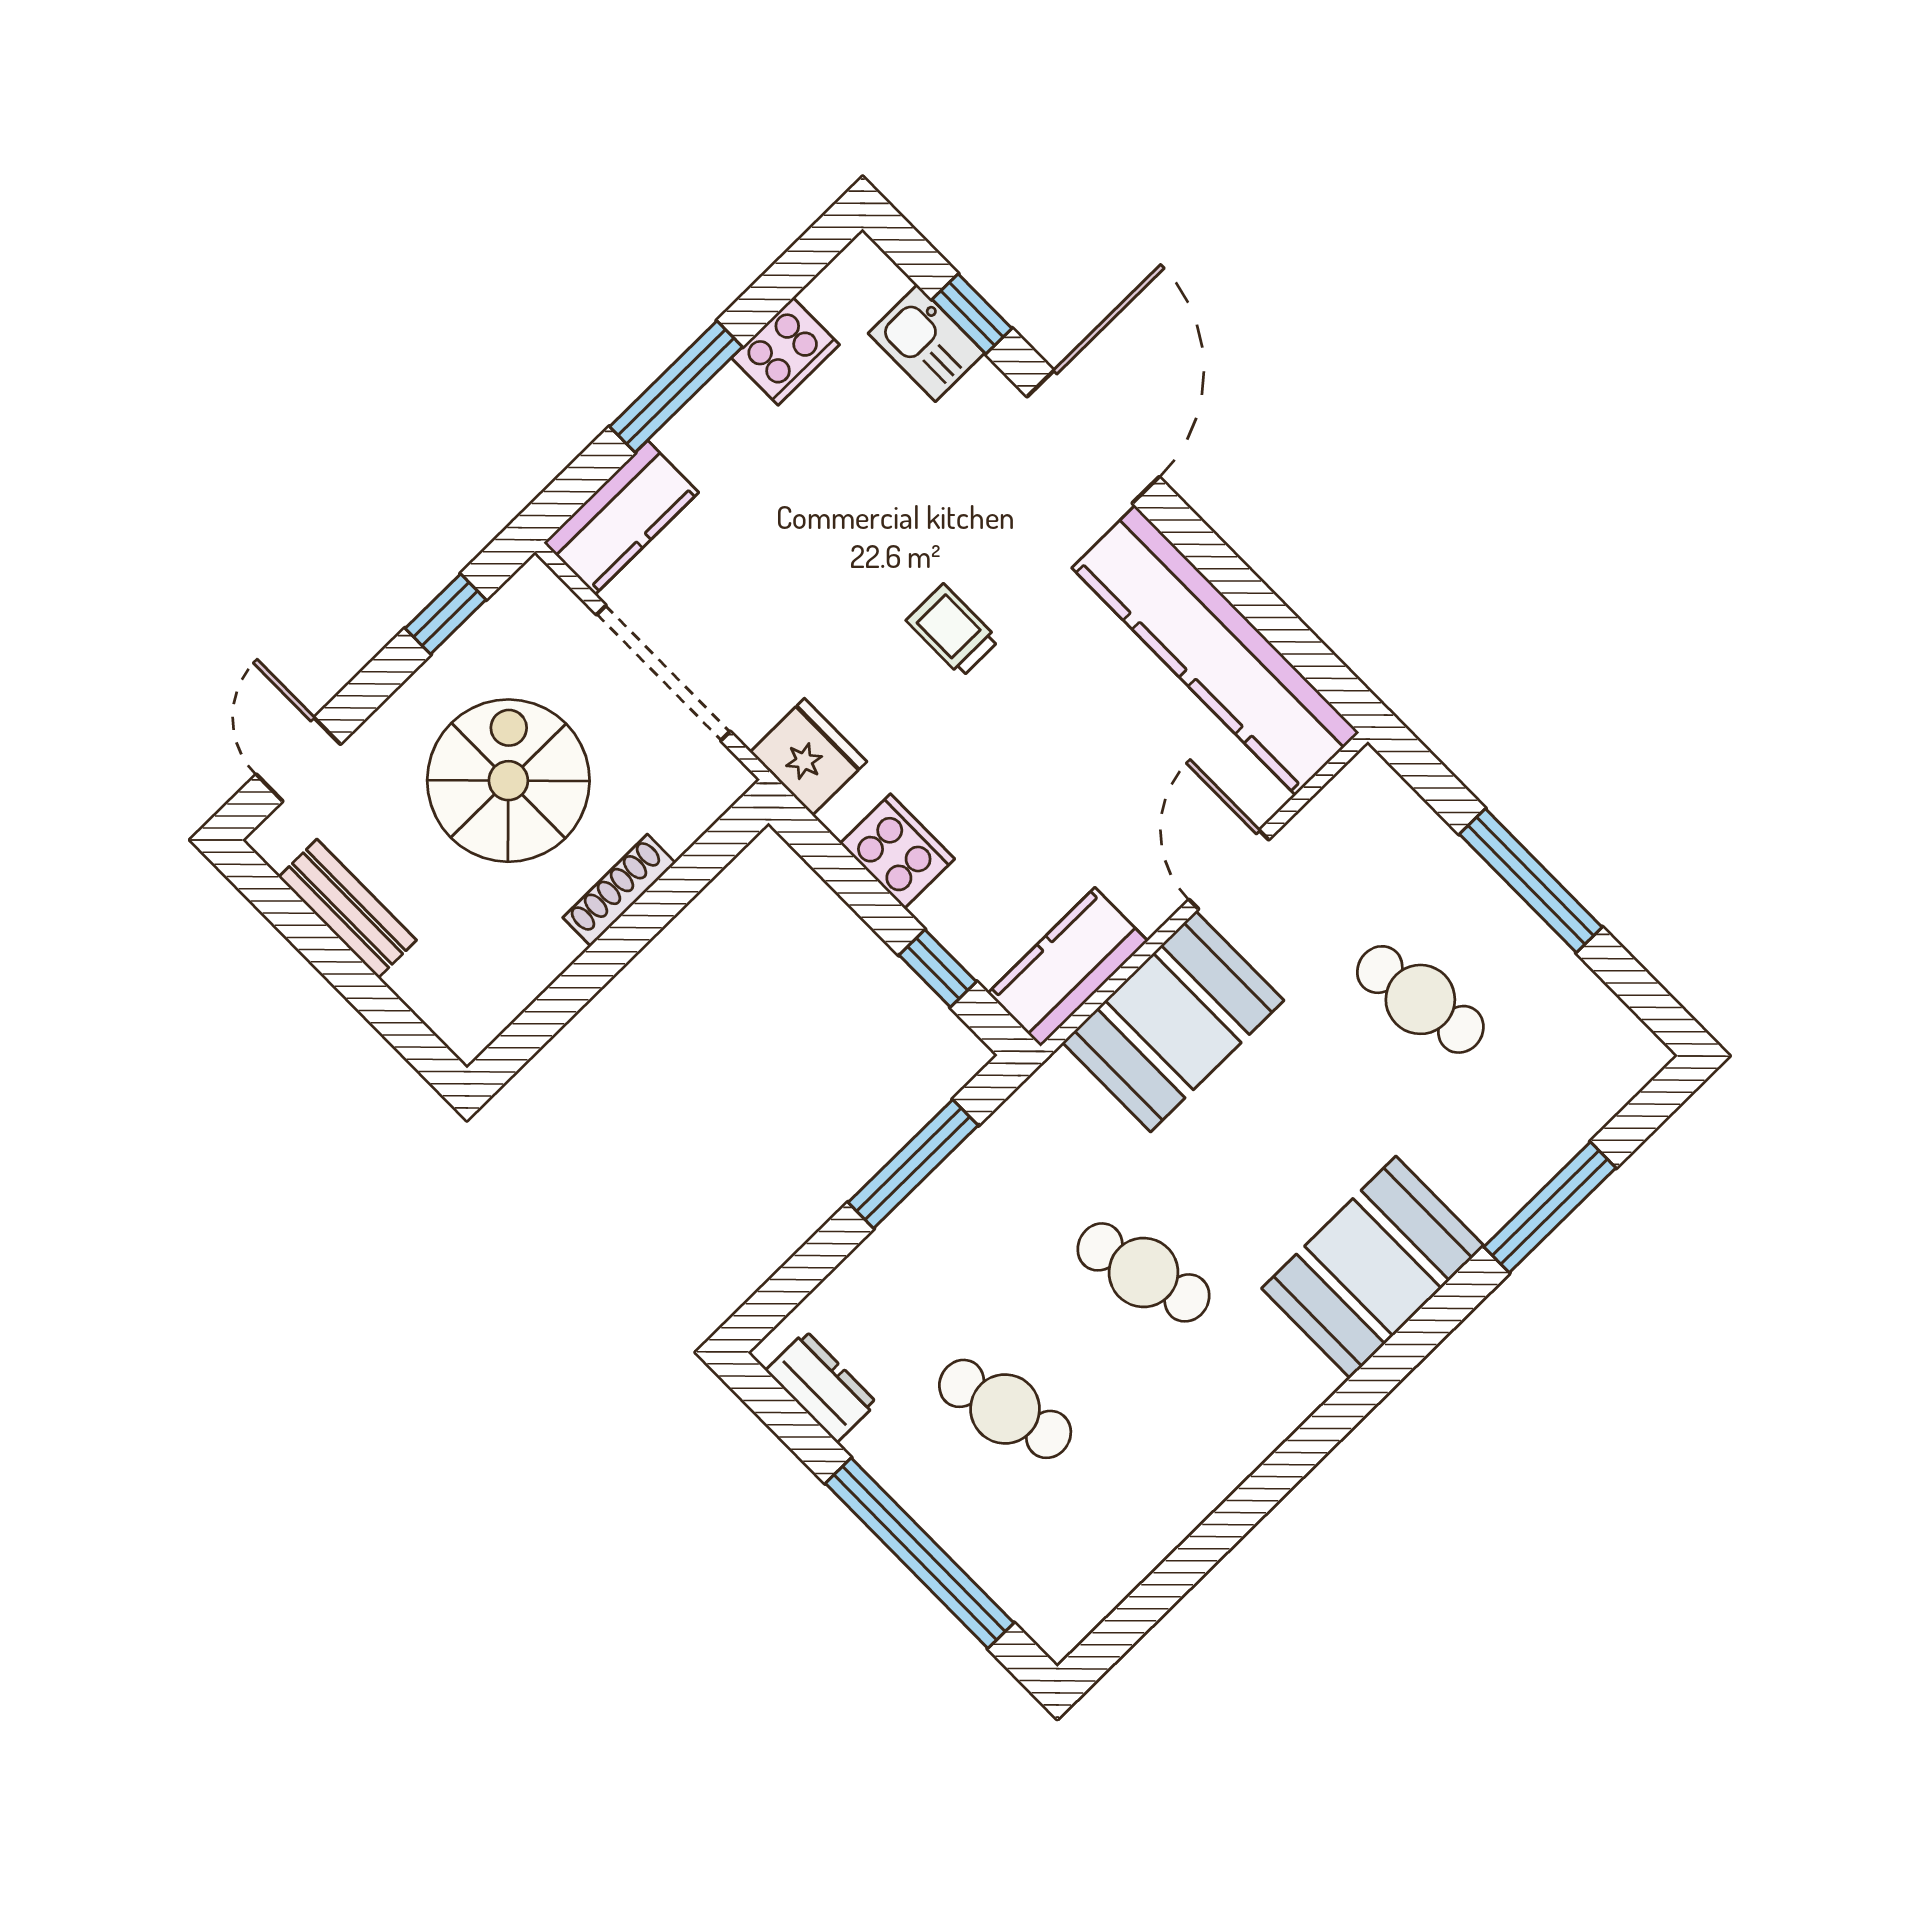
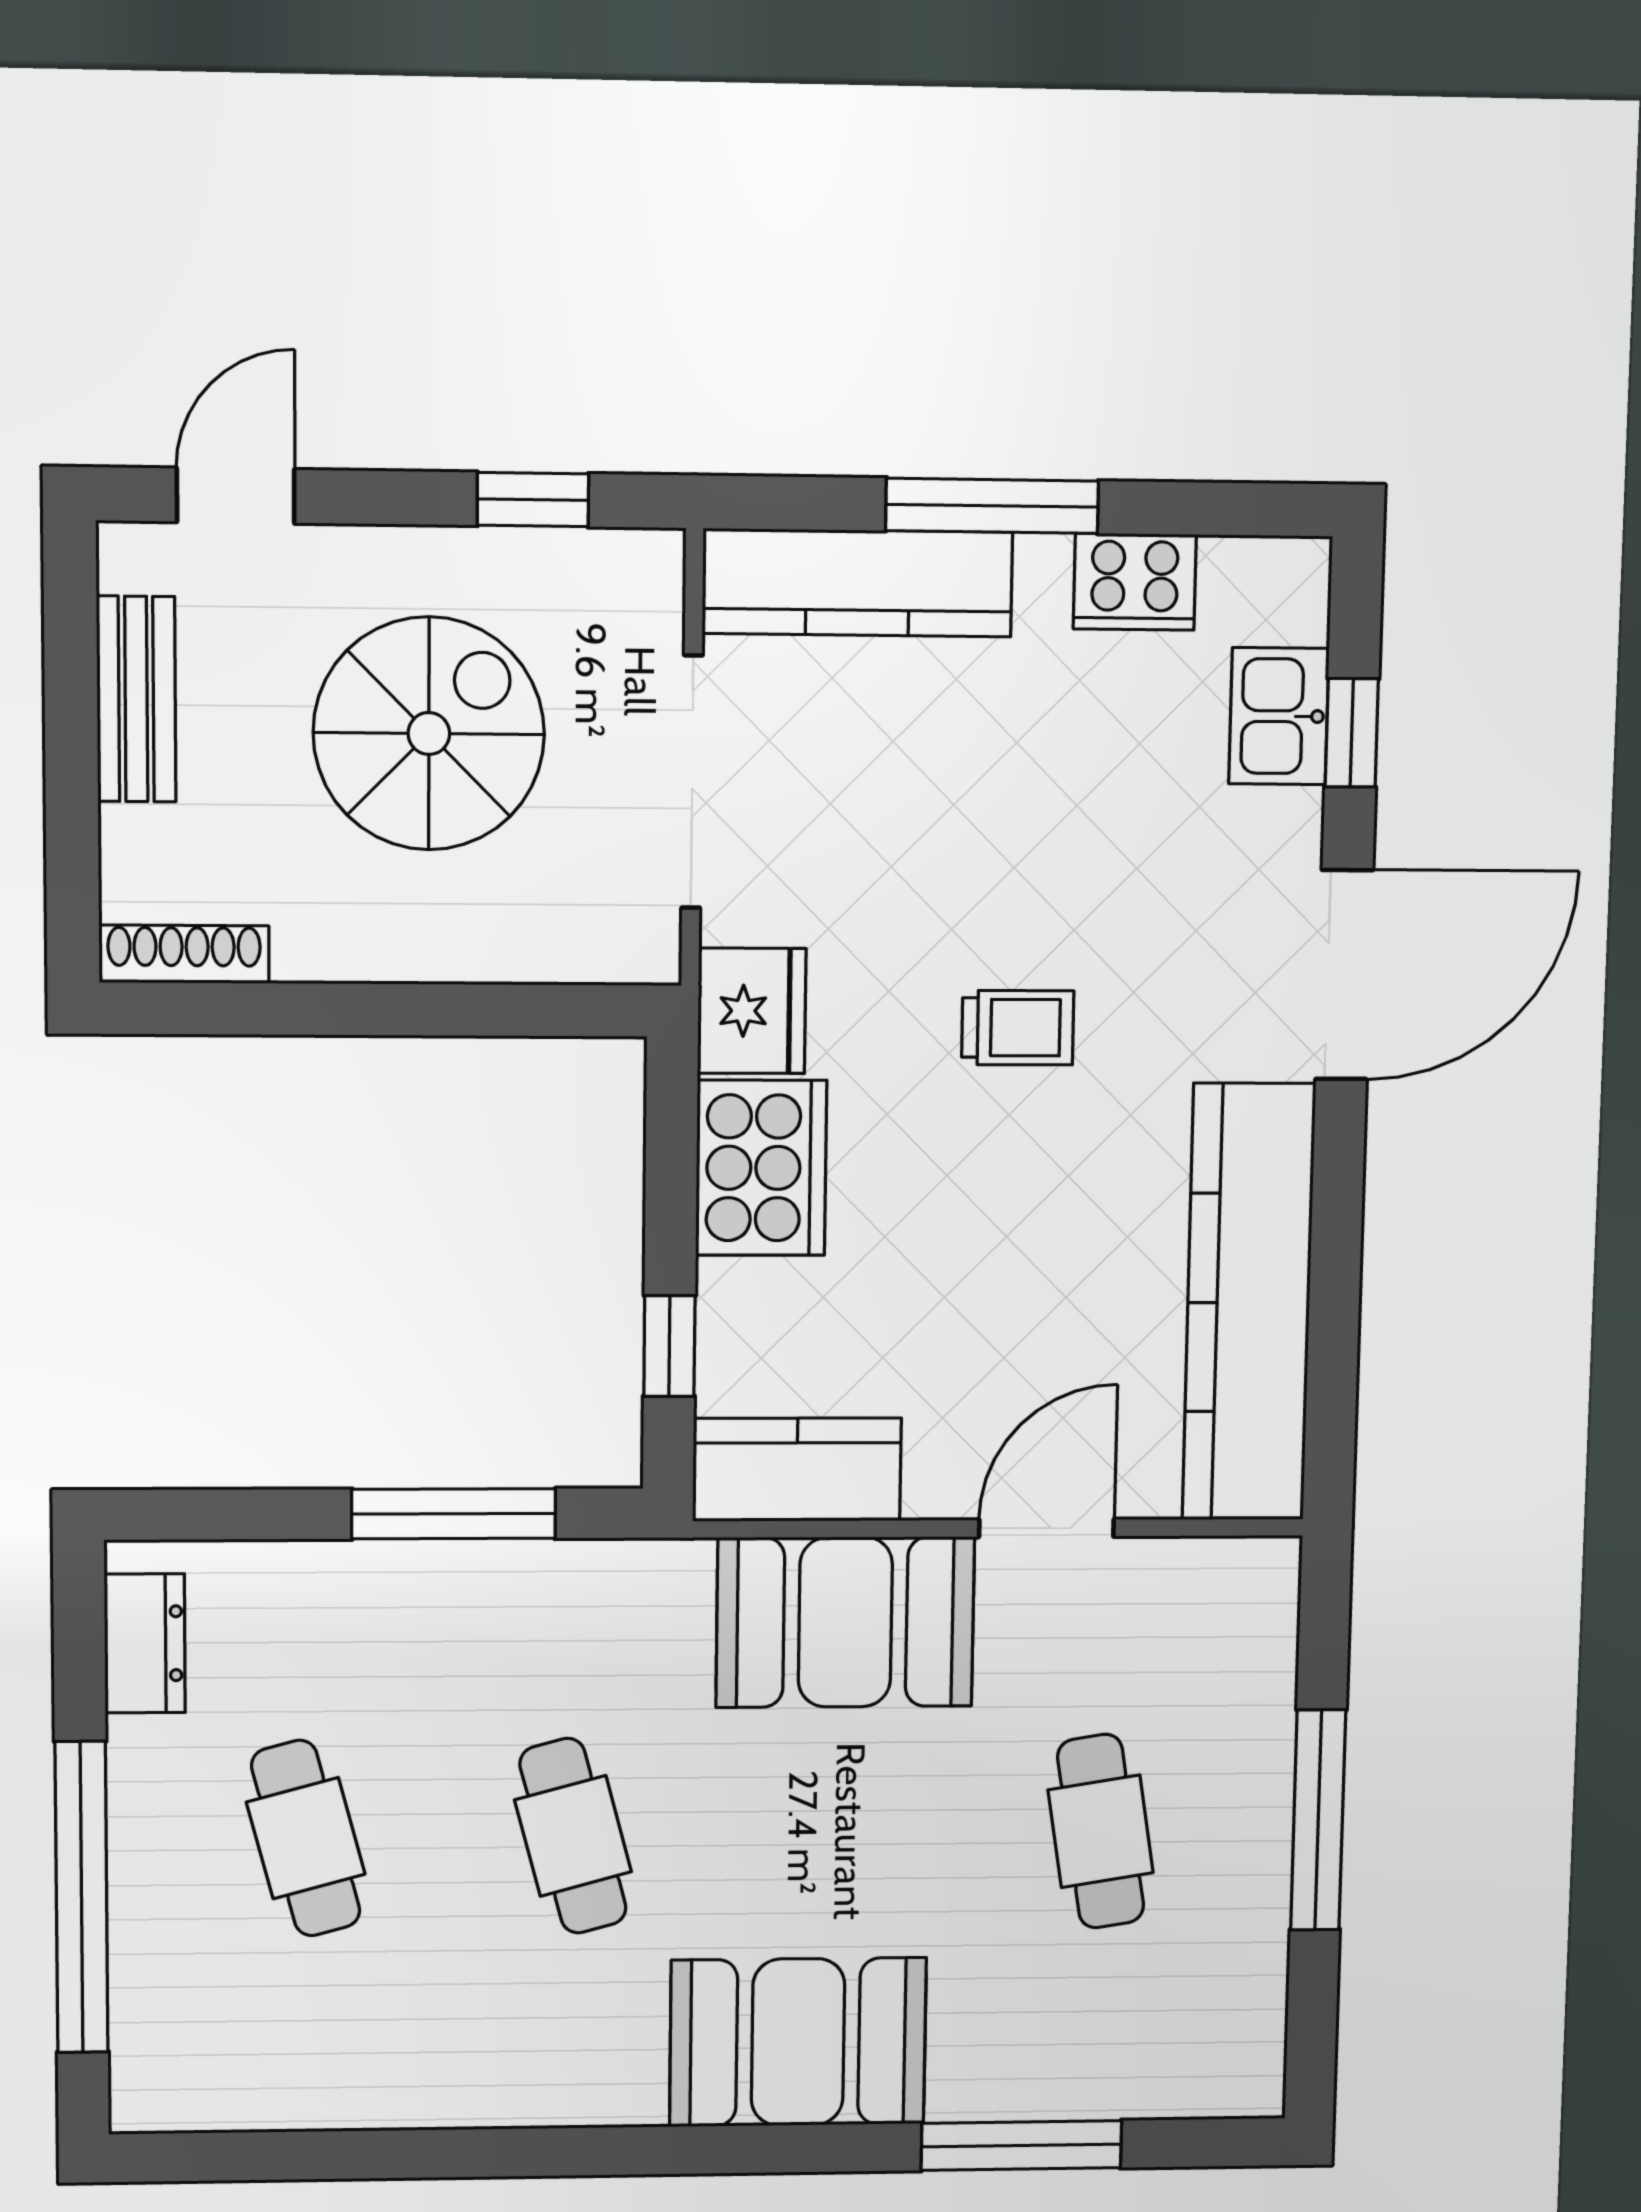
kitchen counter: (621, 518) -> (858, 583), width x1.50
trolley: (953, 630) -> (1018, 1028), turned 90
cooker: (897, 851) -> (761, 1168), width x1.37, depth x1.31
shoe rack: (619, 890) -> (184, 954), moved

